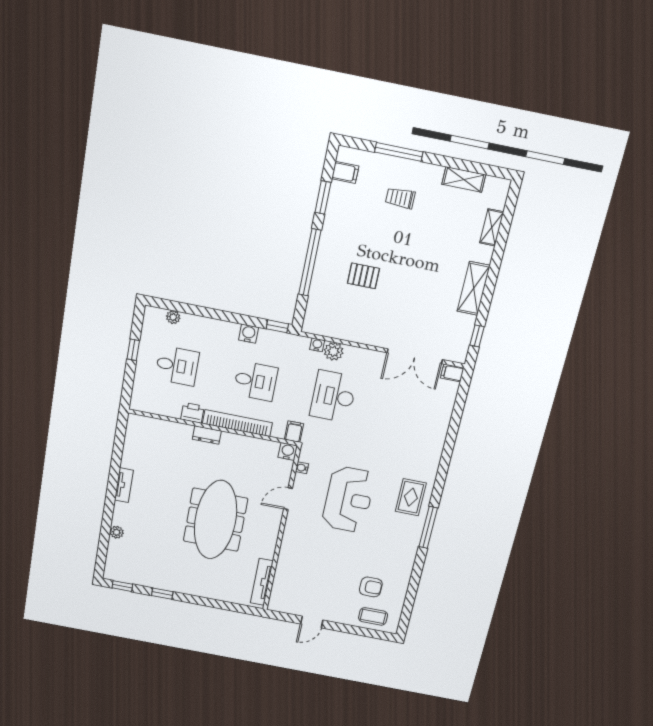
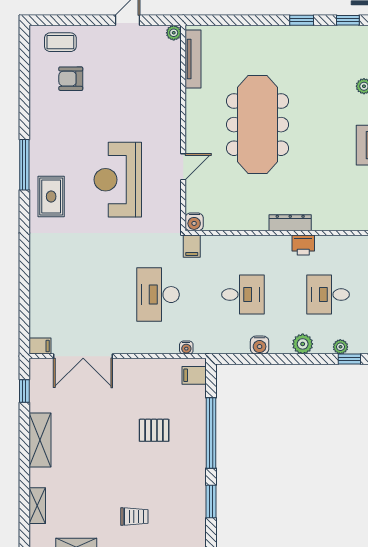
filing cabinet: (345, 172) -> (194, 375), moved
window: (277, 326) -> (349, 359), moved
plant: (334, 351) -> (303, 344), moved
double door: (415, 356) -> (83, 356), swing flipped
desk: (255, 381) -> (243, 295), turned 180
desk: (333, 396) -> (158, 295), turned 180
bookcase: (237, 423) -> (254, 243), removed
dresser: (207, 435) -> (290, 223), width x1.44
water cooler: (302, 468) -> (175, 206), removed
plant: (274, 605) -> (174, 33), added

